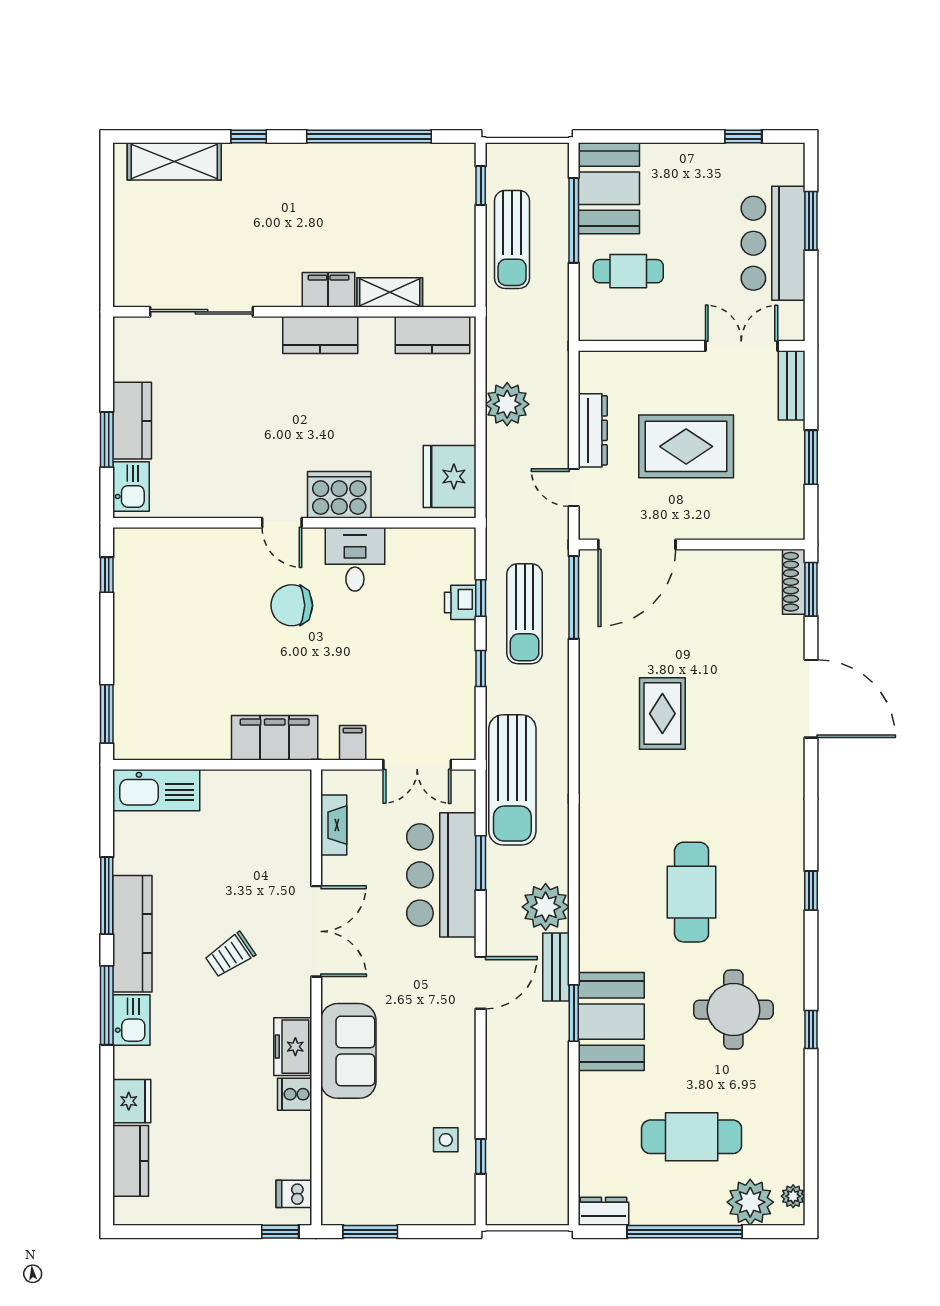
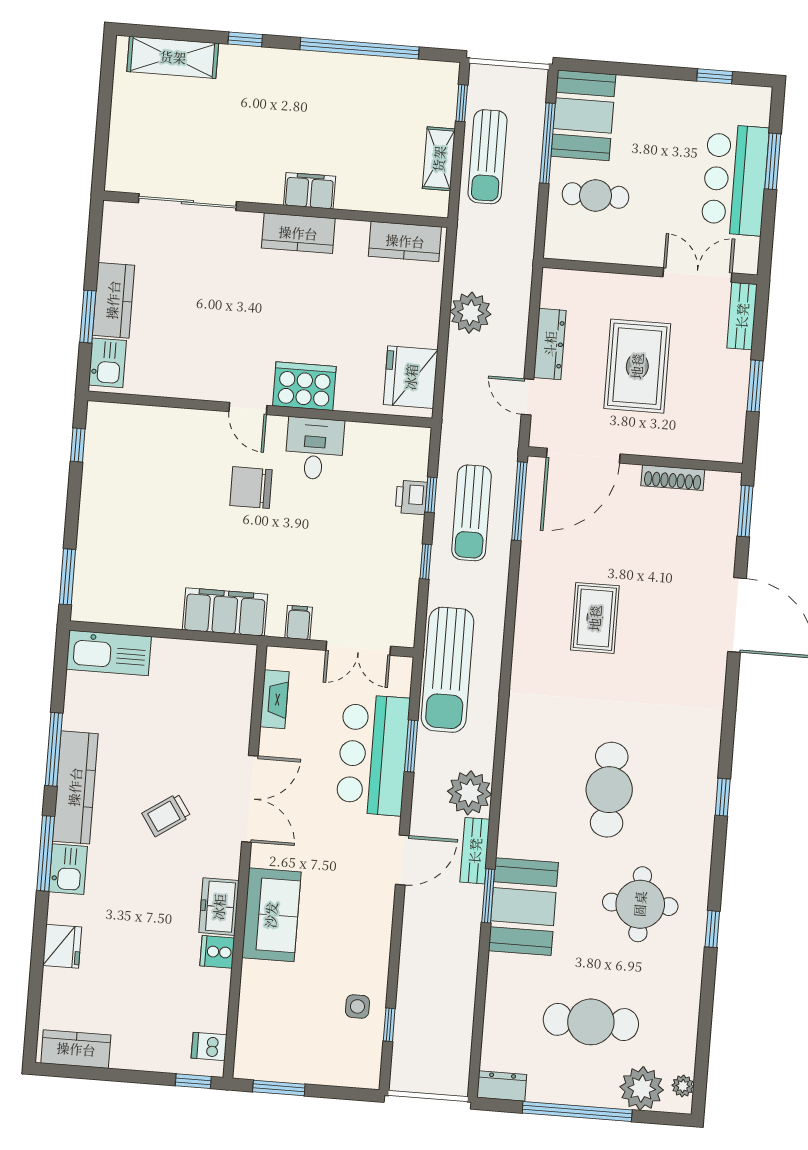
shelving: (390, 292) -> (439, 159), moved, turned 90
rug: (686, 446) -> (637, 366), turned 90
shoe rack: (794, 582) -> (673, 478), moved, turned -90
kitchen counter: (131, 1161) -> (76, 1049), moved, turned -90

